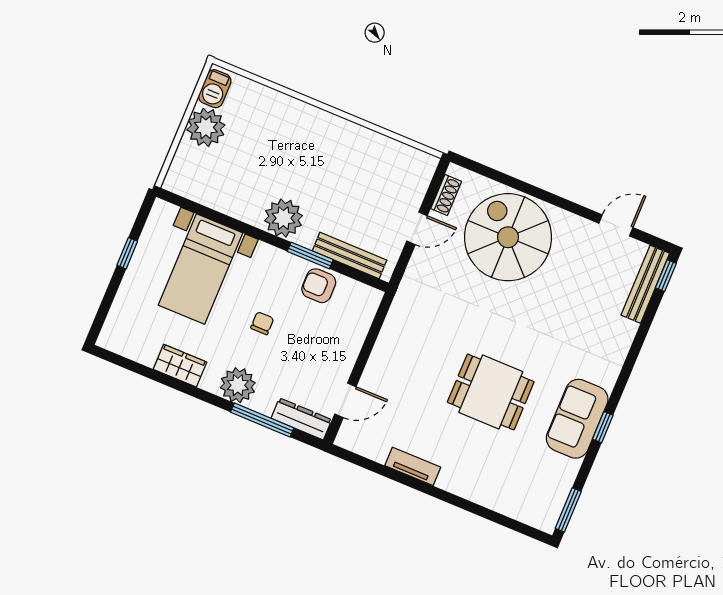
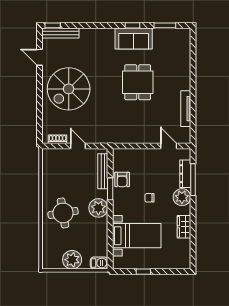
barbecue: (215, 89) -> (99, 263), moved
round table: (302, 147) -> (63, 213), added
spiral stairs: (508, 237) -> (69, 89), moved
dresser: (301, 419) -> (185, 174), moved
tv unit: (413, 466) -> (186, 109), width x1.41
window: (568, 510) -> (165, 25), moved

